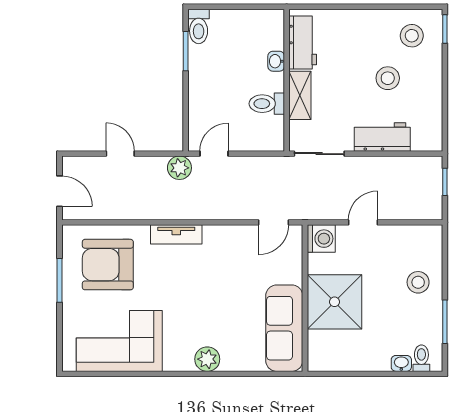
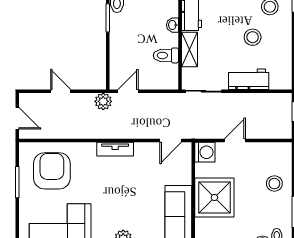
tv unit: (176, 234) -> (115, 149), moved
armchair: (108, 265) -> (52, 171), turned 90

